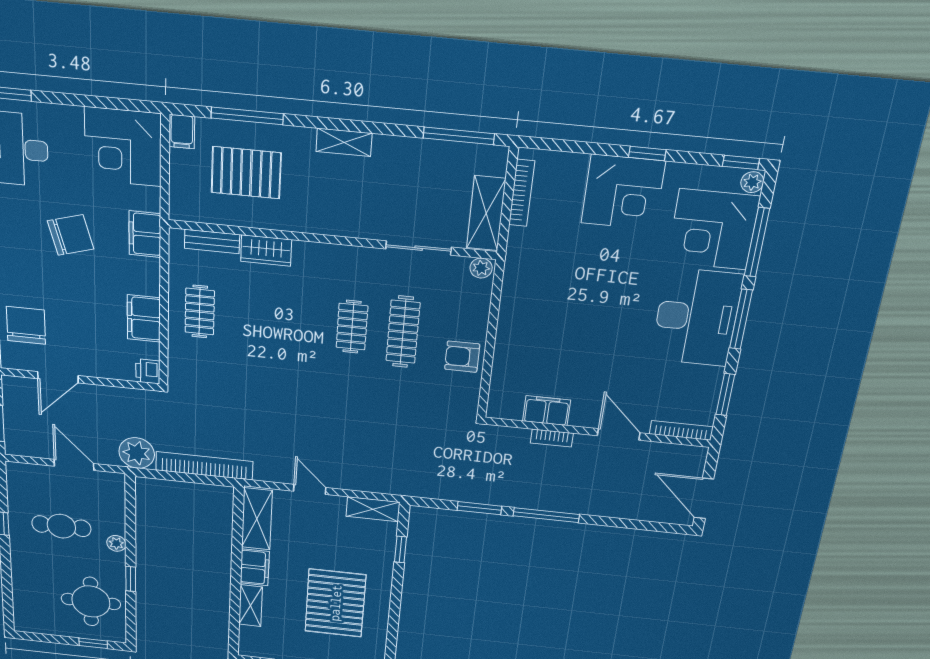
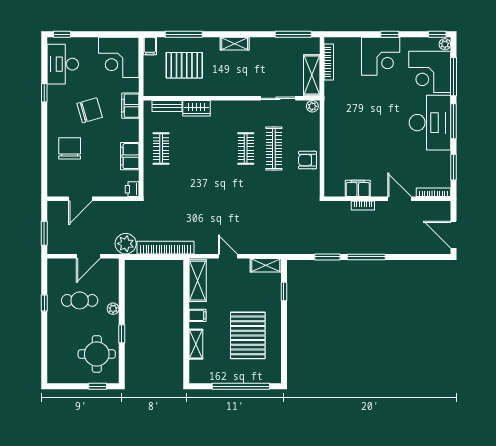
chair: (26, 325) -> (70, 148), moved
door: (74, 465) -> (88, 256), swing flipped
filing cabinet: (255, 567) -> (198, 315), width x0.50

